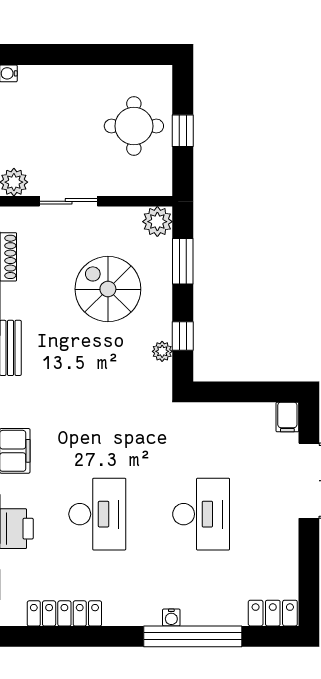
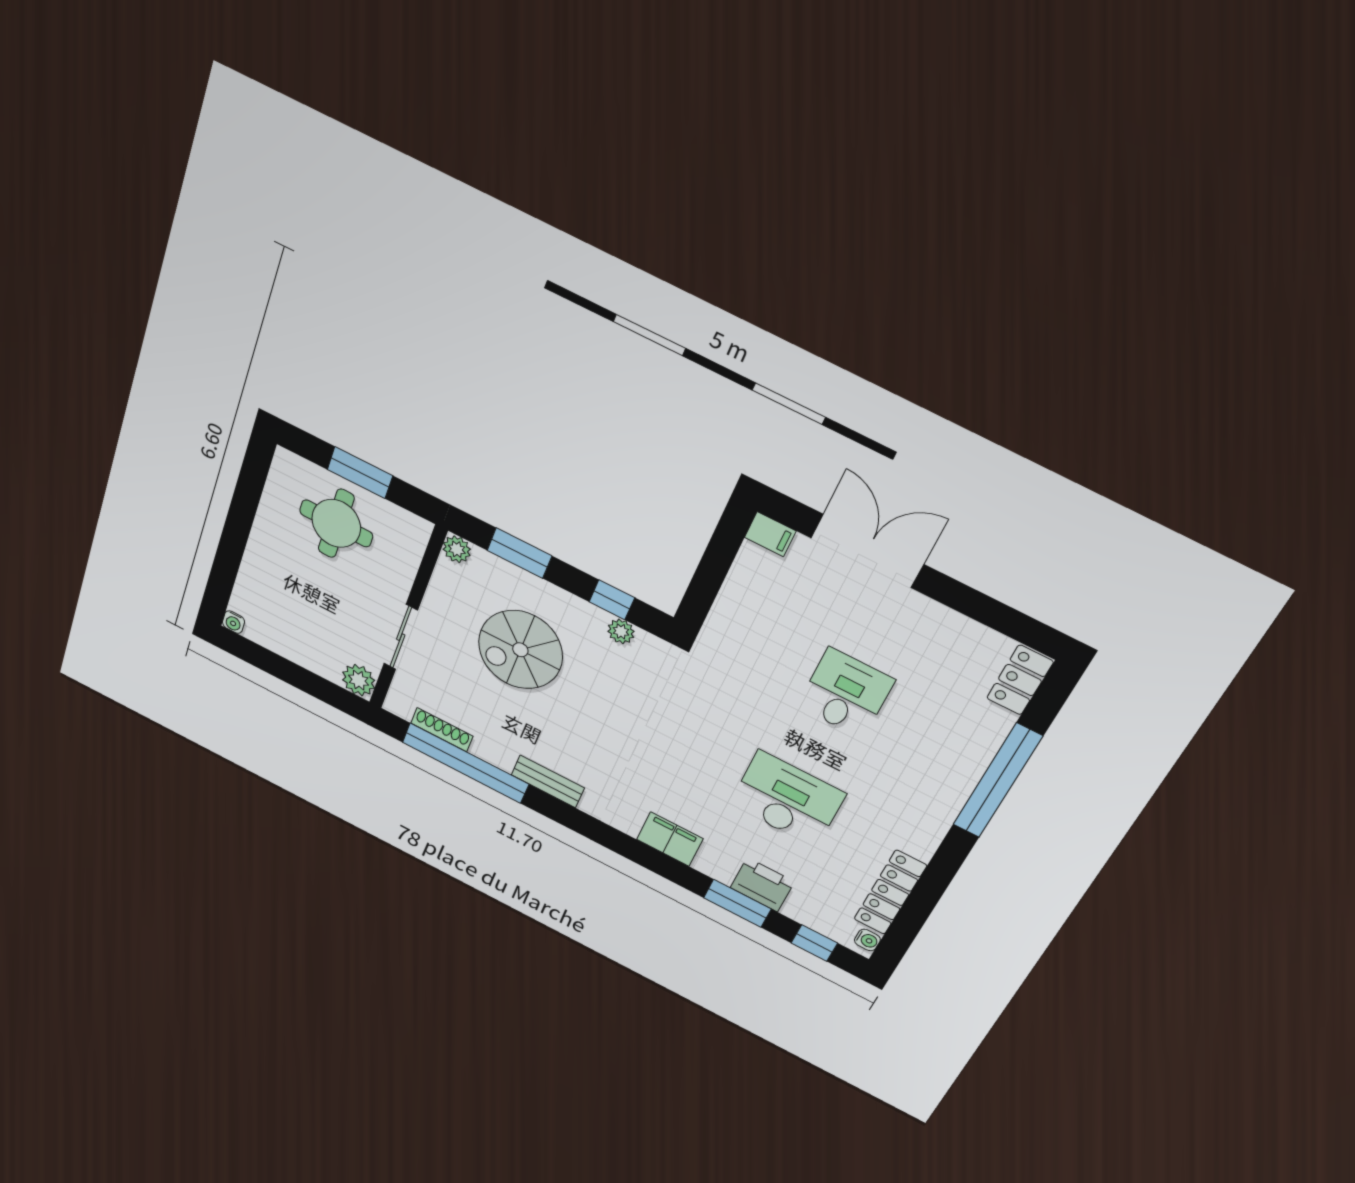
window: (183, 131) -> (360, 473), width x1.50
plant: (157, 222) -> (457, 549), width x0.73, depth x0.73
desk: (201, 514) -> (846, 693), width x0.73
water cooler: (171, 618) -> (867, 940), moved

